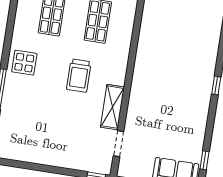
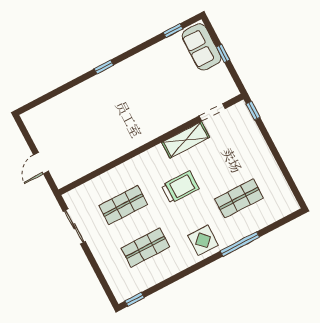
shop shelf: (36, 115) -> (239, 198), added

